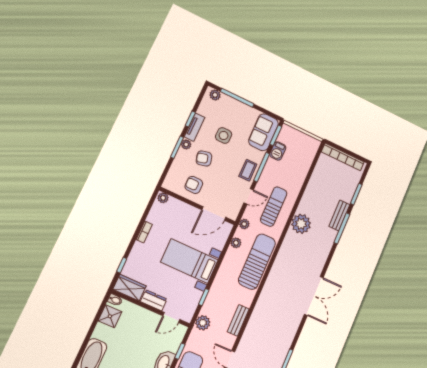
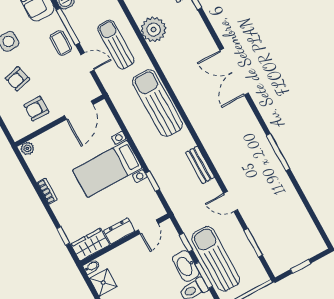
door: (249, 196) -> (87, 62), hinge flipped
plant: (244, 224) -> (111, 88), removed
plant: (236, 243) -> (124, 110), removed
double door: (314, 296) -> (234, 72), swing flipped
plant: (203, 323) -> (176, 201), removed

